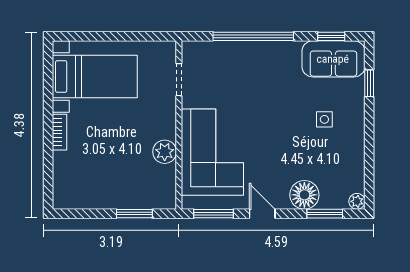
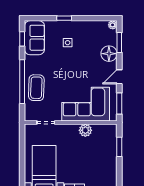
coffee table: (242, 62) -> (36, 88), added
window: (369, 83) -> (64, 18), moved

